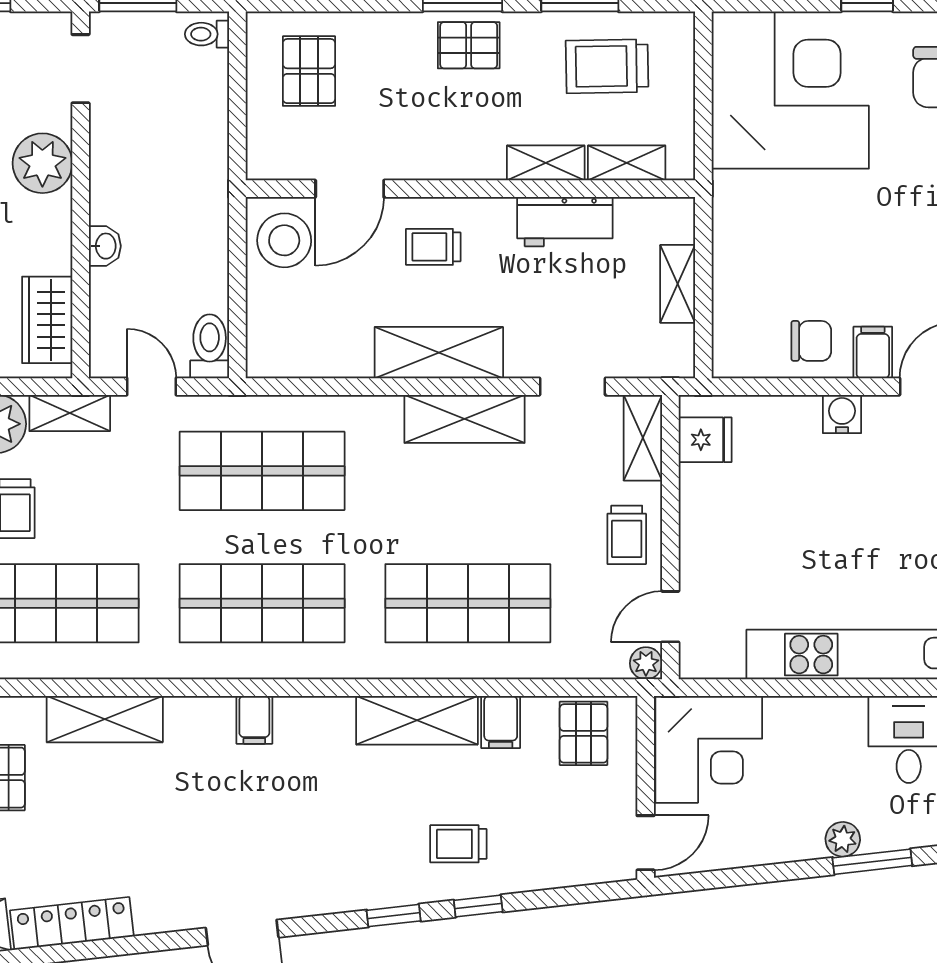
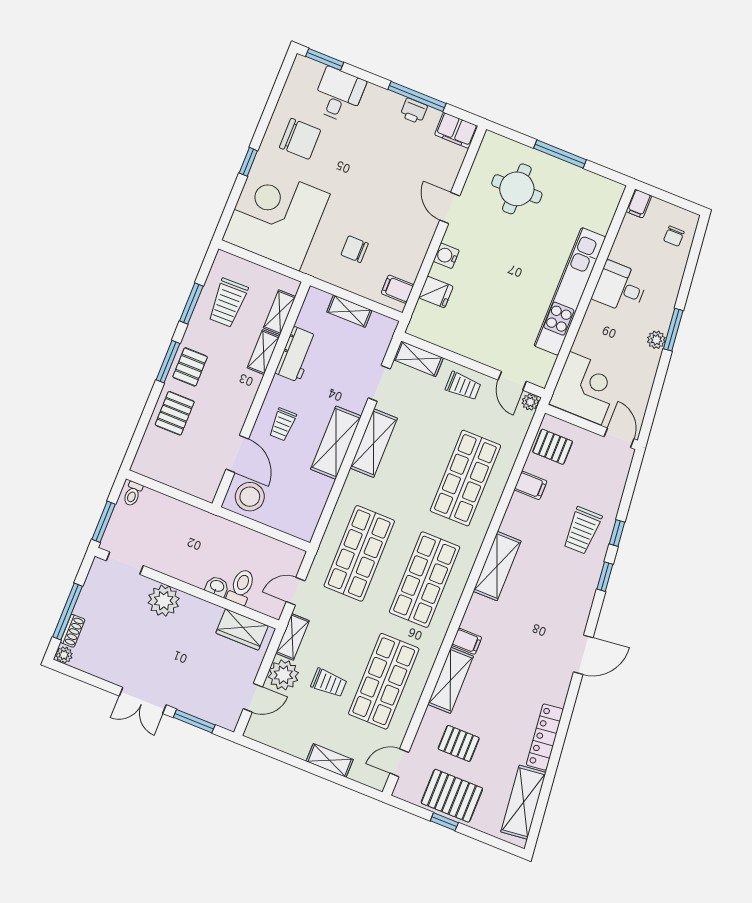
pallet: (309, 71) -> (175, 413), moved, turned 90
chair: (811, 341) -> (355, 249), moved, turned -90
toilet: (210, 346) -> (241, 587), moved, turned 90
filing cabinet: (873, 352) -> (398, 289), moved
fridge: (705, 440) -> (436, 292), moved, turned 90
filing cabinet: (254, 720) -> (467, 641), moved
shelving: (417, 720) -> (497, 566), moved
trolley: (458, 844) -> (582, 530), width x1.36, depth x1.39

